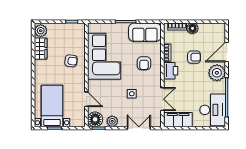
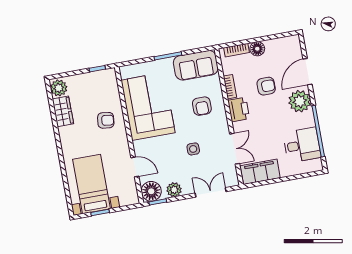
desk: (213, 110) -> (302, 145), width x0.73

